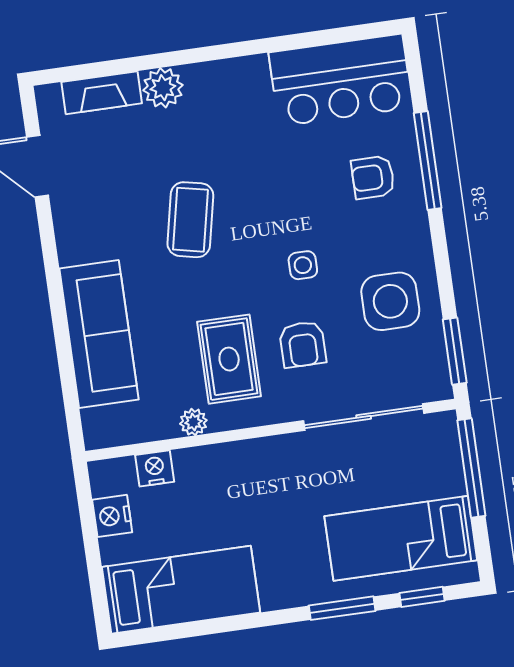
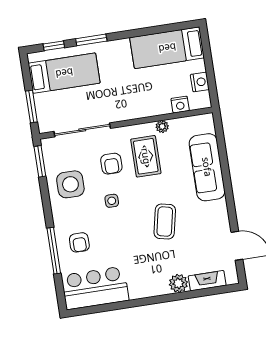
armchair: (373, 177) -> (79, 242), turned 90
armchair: (303, 344) -> (111, 164), turned 180
window: (471, 468) -> (31, 107), width x0.69

